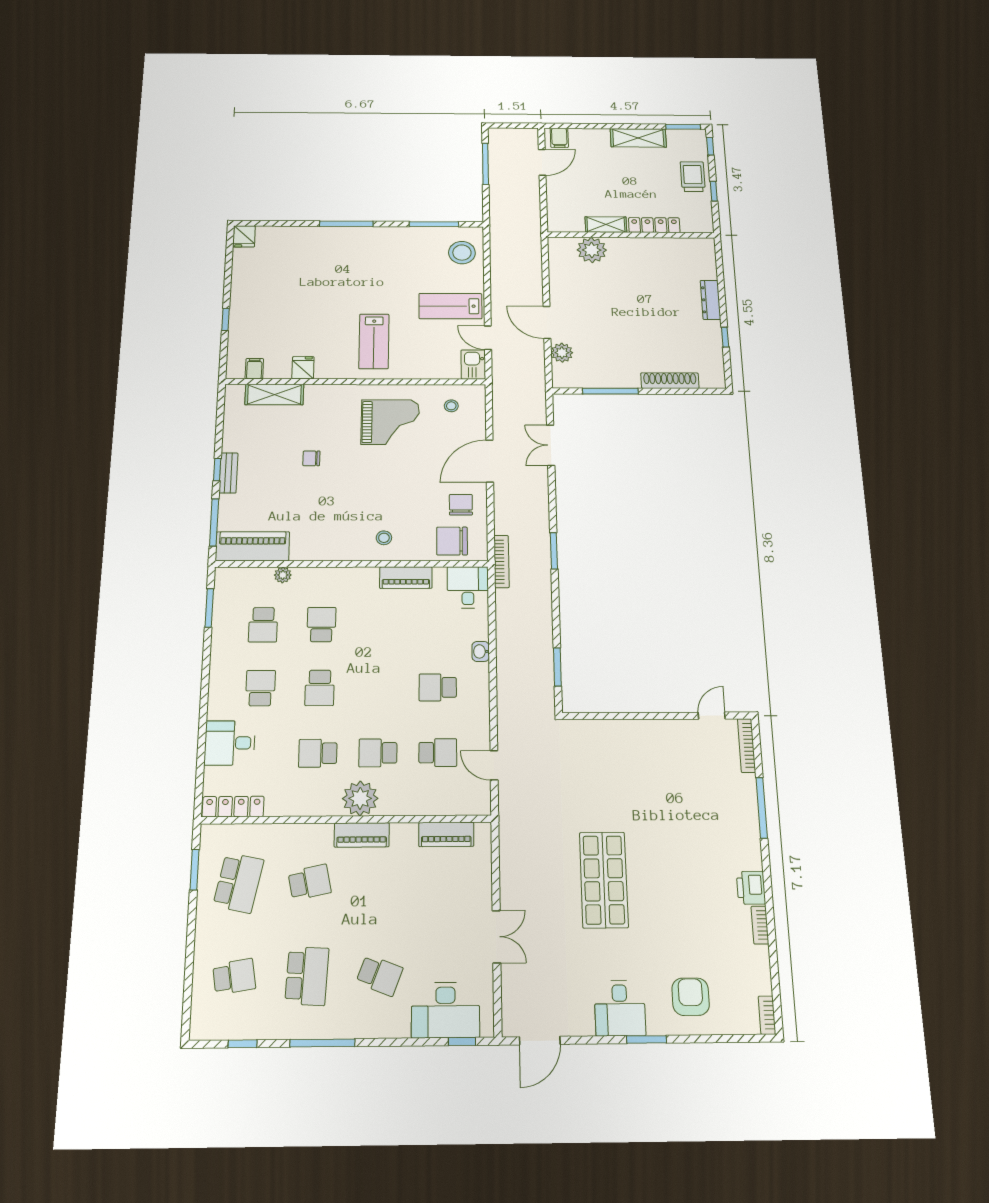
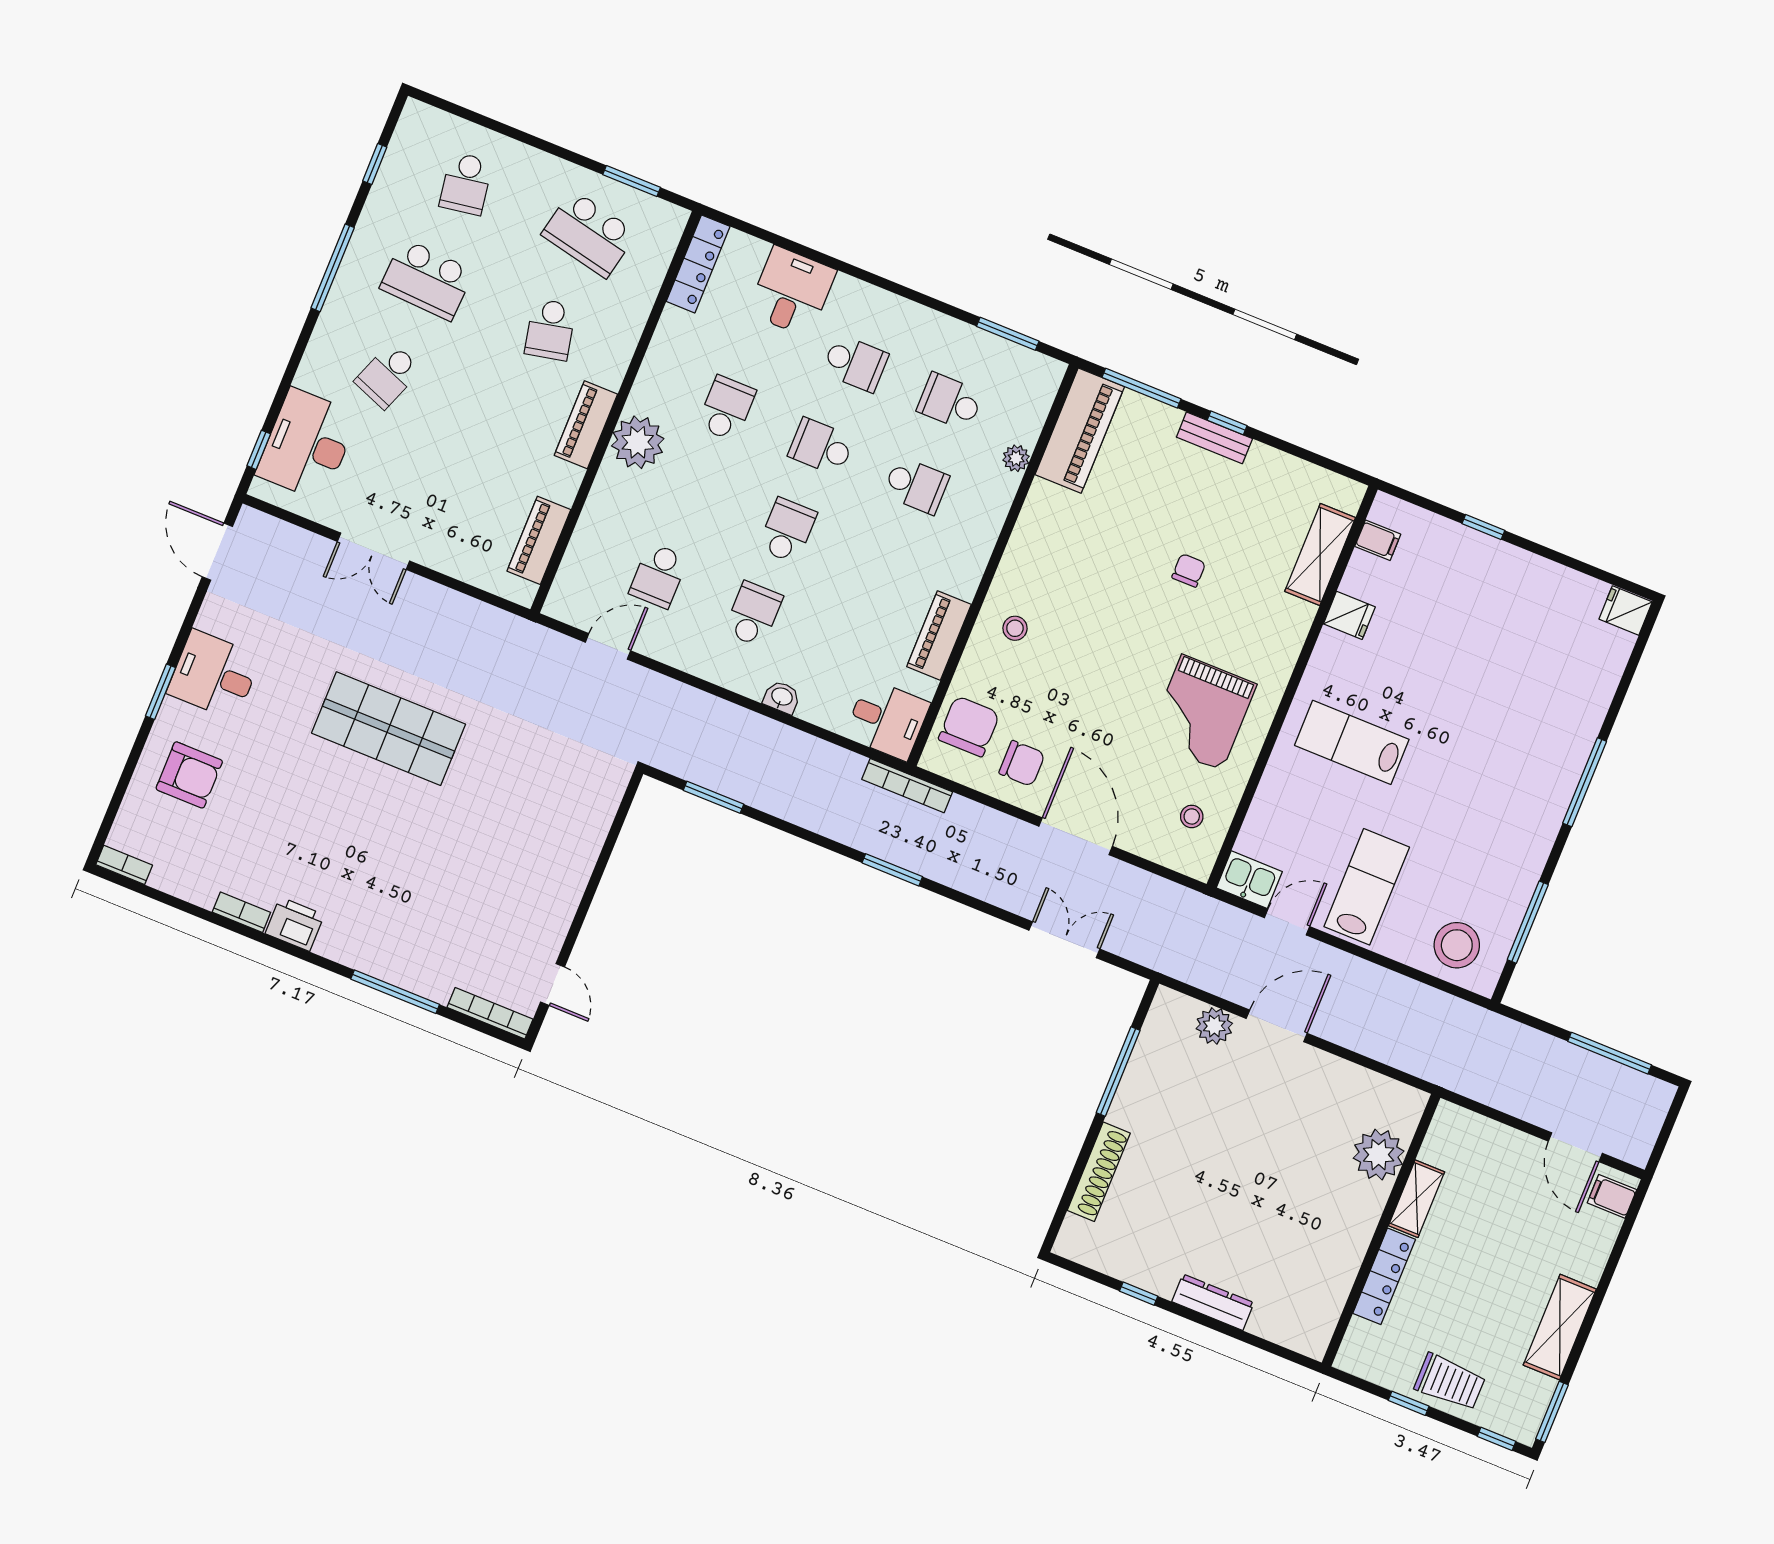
school desk: (378, 753) -> (787, 530), moved

